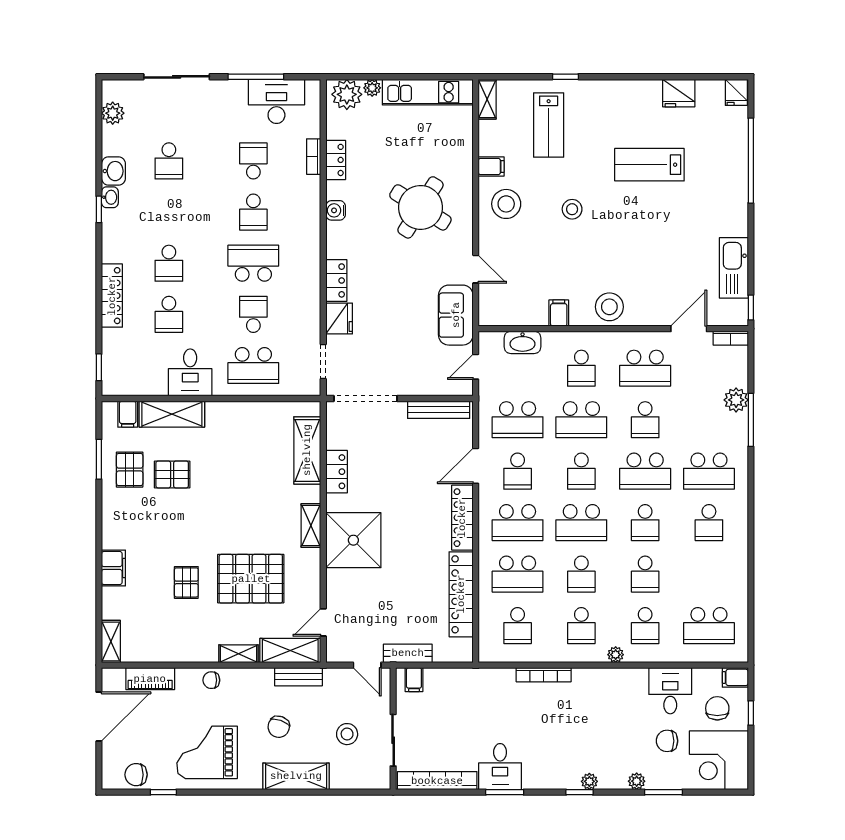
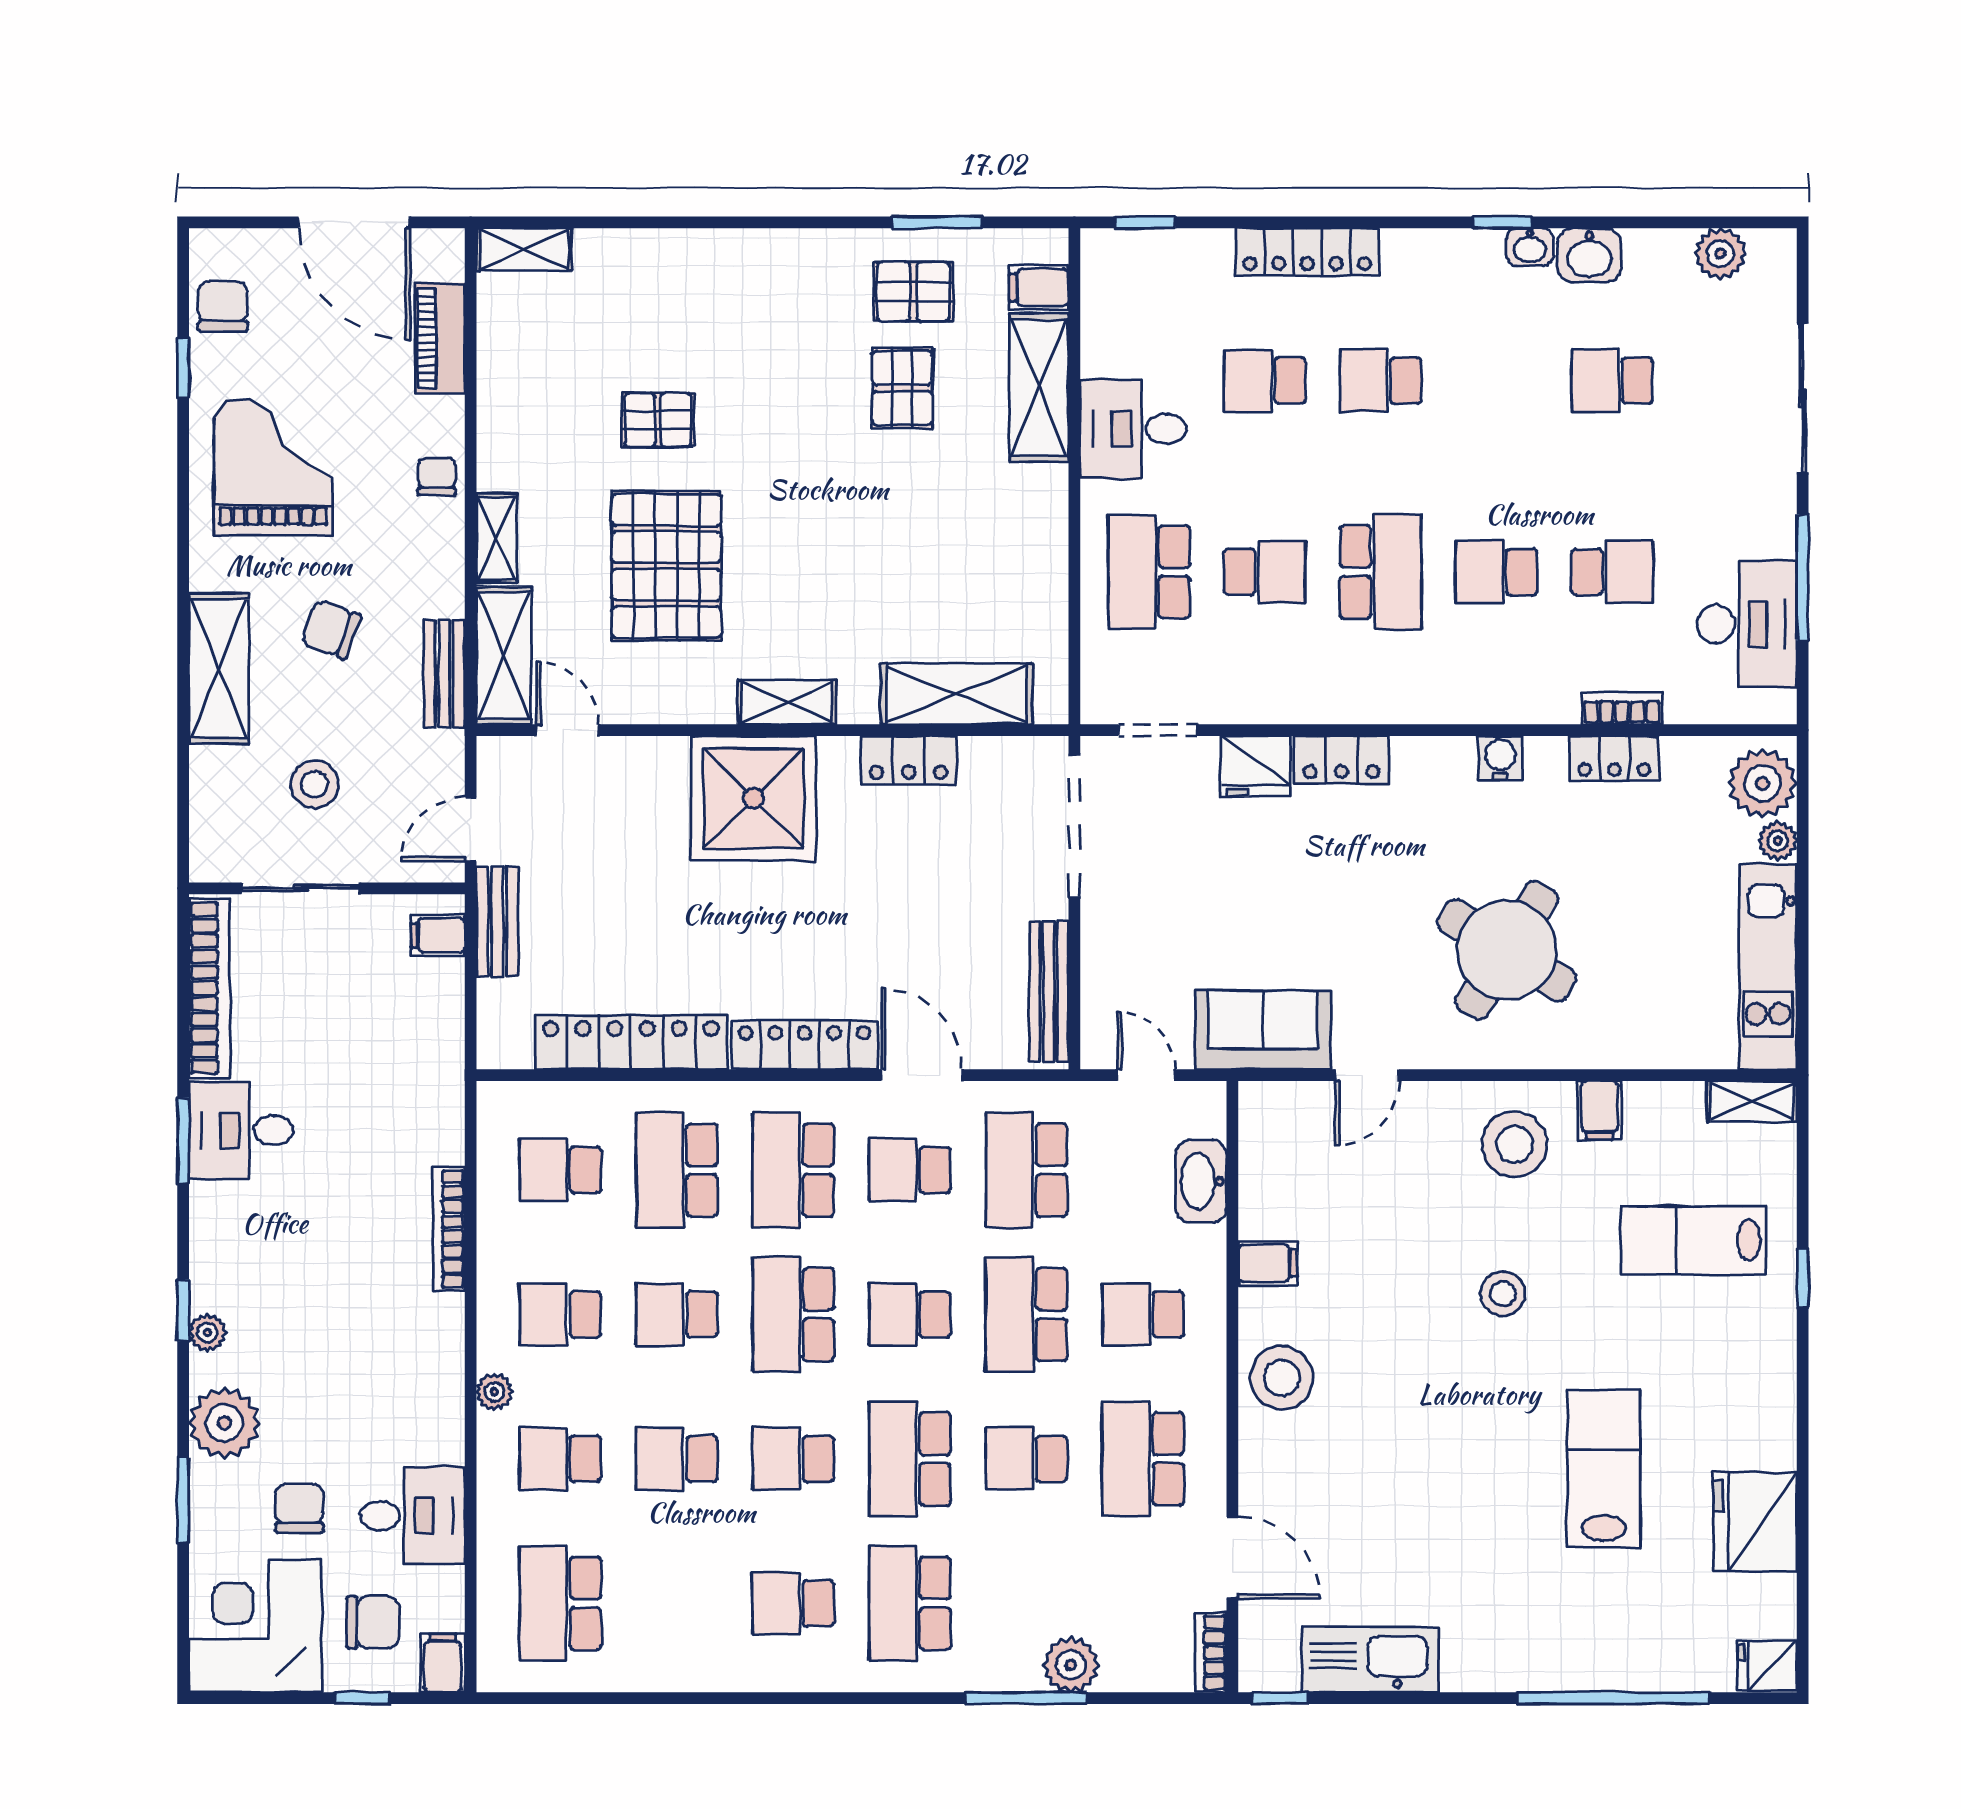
fridge: (679, 93) -> (1755, 1522), width x1.36, depth x1.34
filing cabinet: (113, 568) -> (690, 255), removed
plant: (637, 781) -> (224, 1423), width x1.87, depth x1.87

